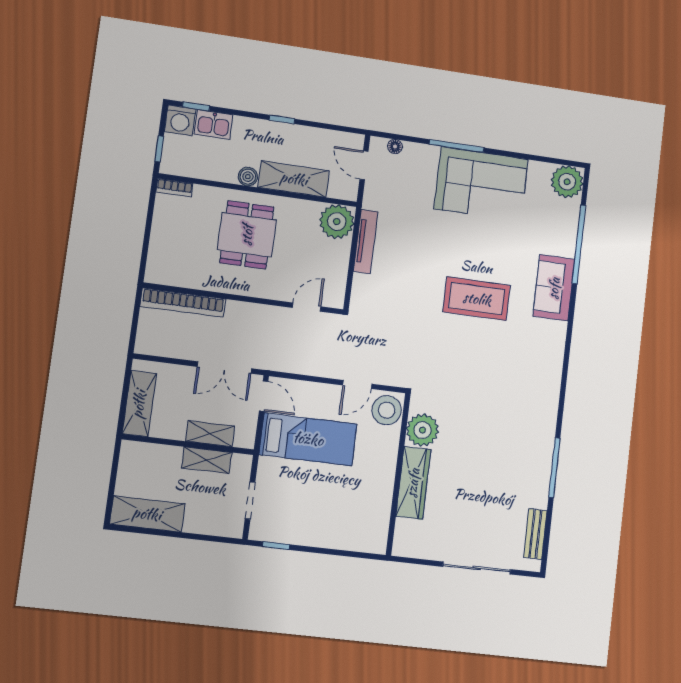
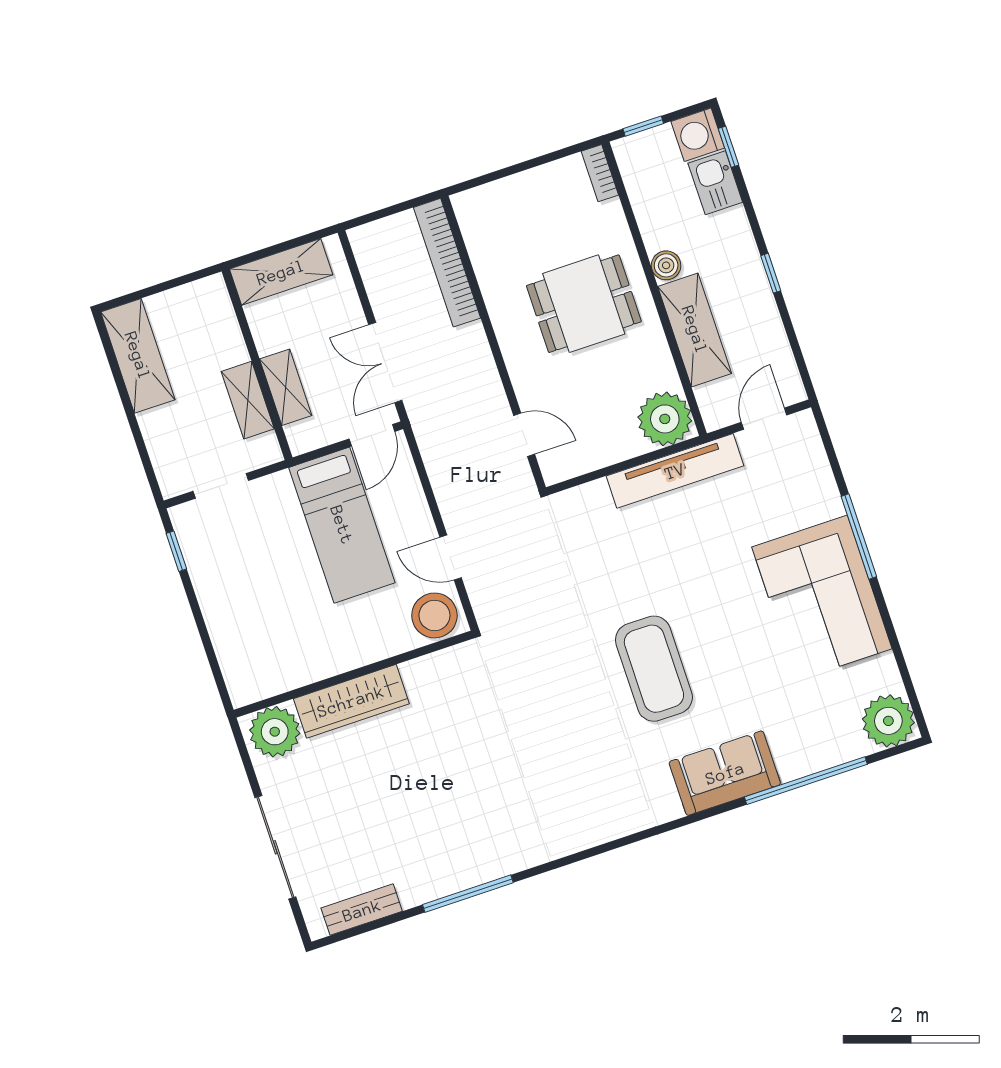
floor lamp: (395, 146) -> (813, 449), removed
tv unit: (366, 241) -> (675, 471), width x1.36, depth x1.29
plant: (423, 430) -> (275, 732), moved

